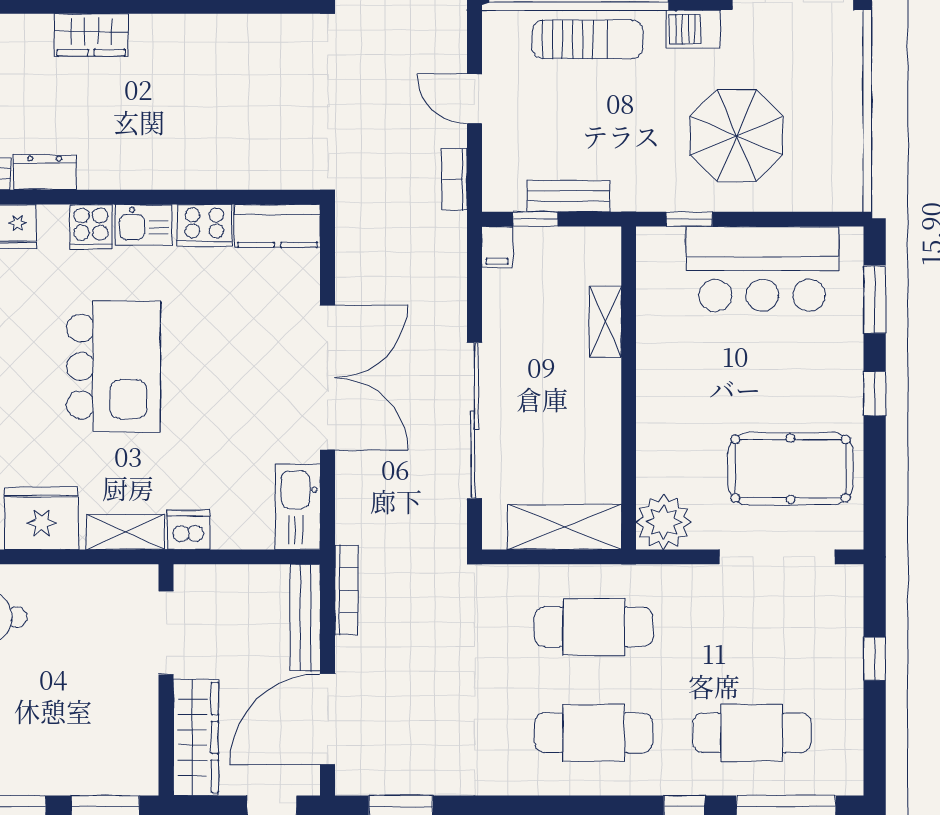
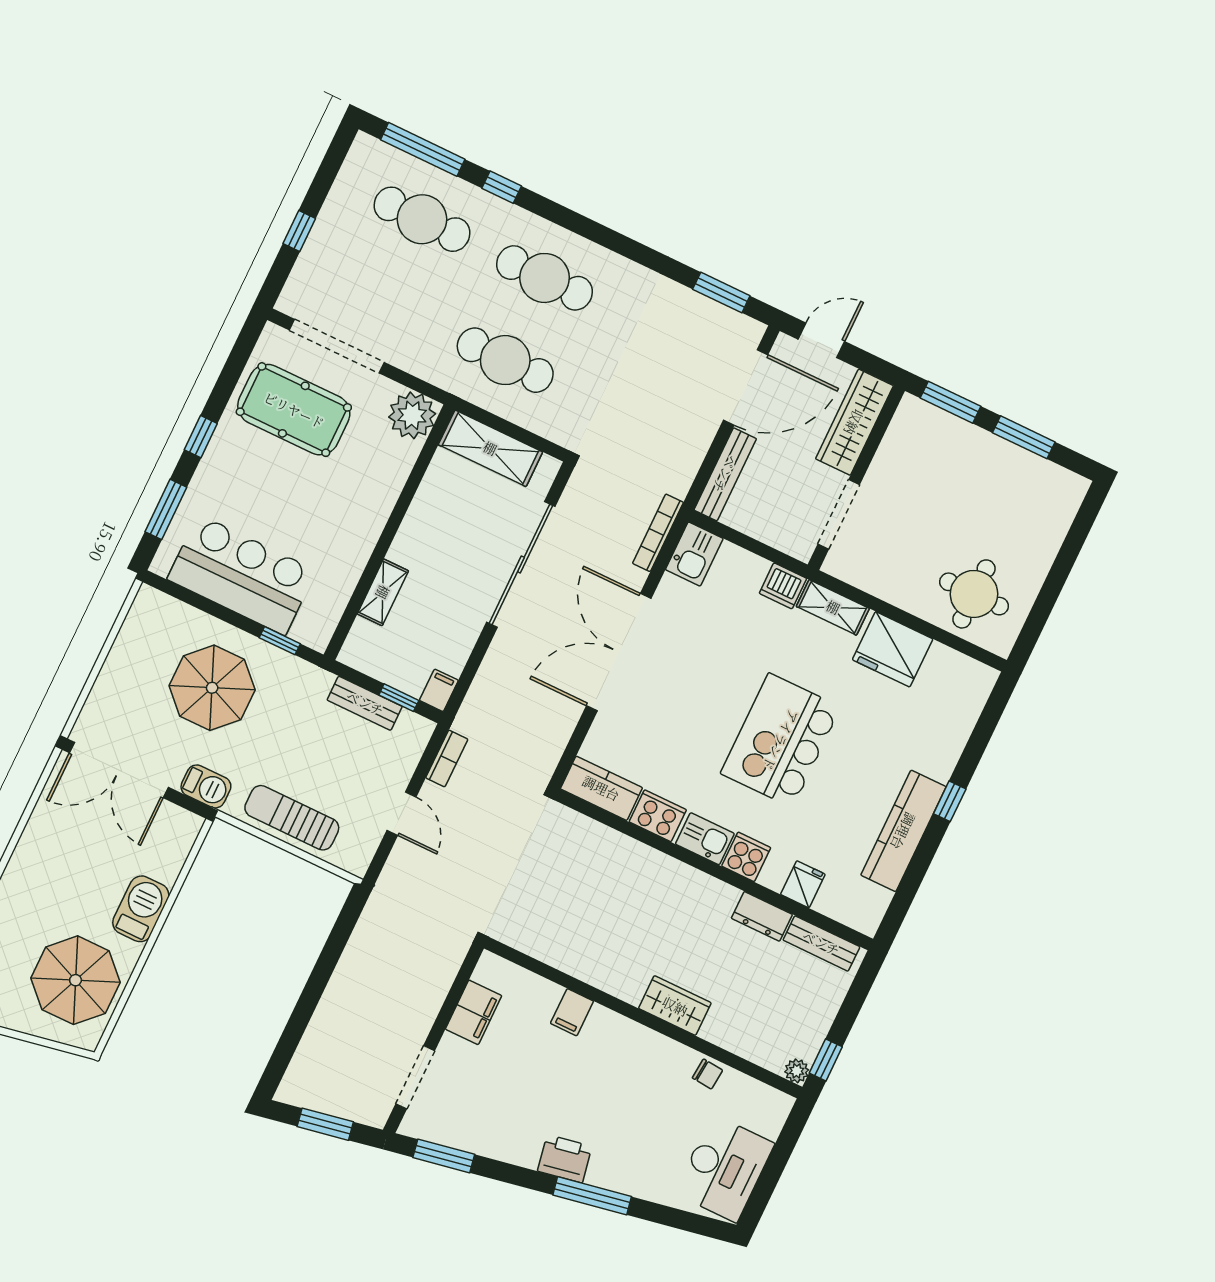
kitchen sink: (298, 507) -> (694, 554), width x0.73
bookcase: (346, 590) -> (658, 533), moved

